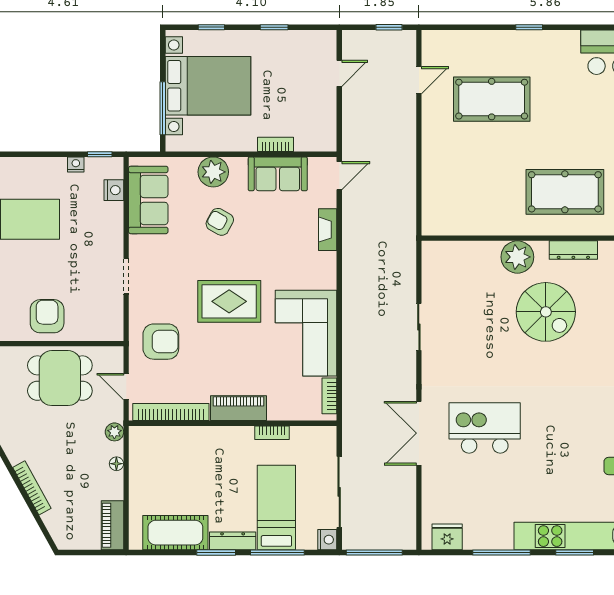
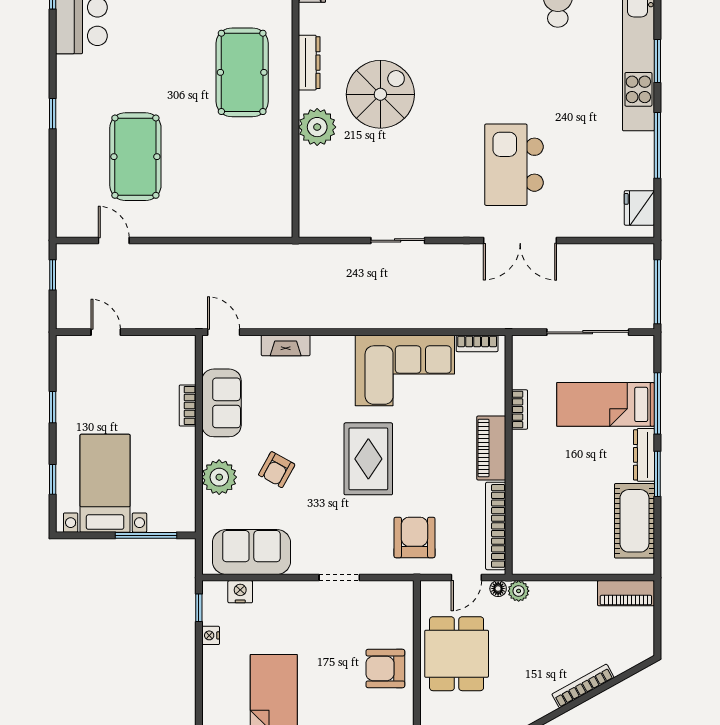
bed with nightstands: (208, 86) -> (105, 483), width x0.73
floor lamp: (116, 464) -> (498, 589), moved
nightstand: (327, 540) -> (643, 346), removed

